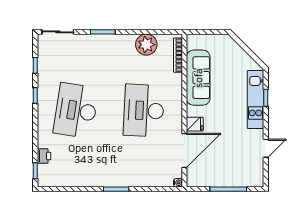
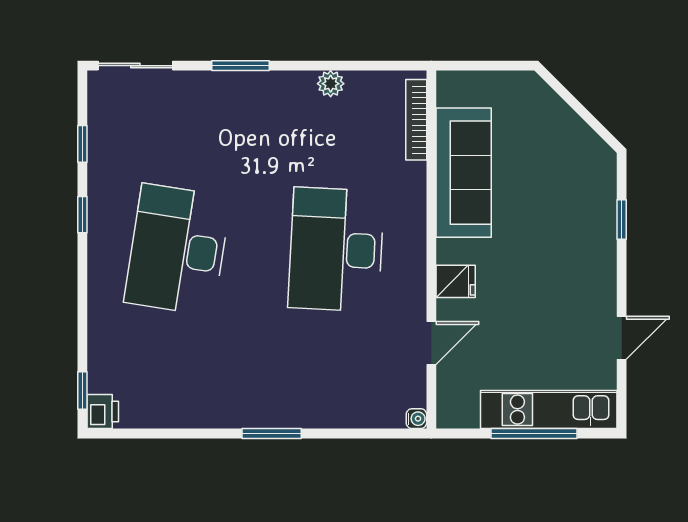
plant: (146, 45) -> (331, 84), width x0.53, depth x0.53
kitchen unit: (255, 100) -> (549, 410), moved, turned 90
door: (184, 150) -> (431, 343), width x0.53
printer: (44, 156) -> (103, 412), moved

